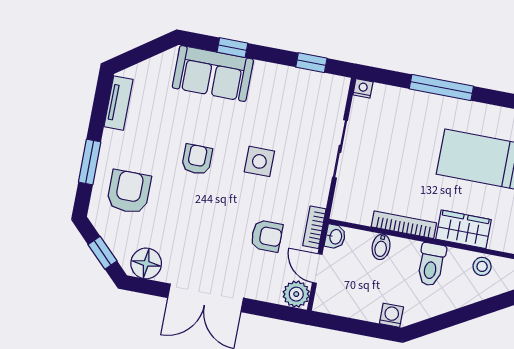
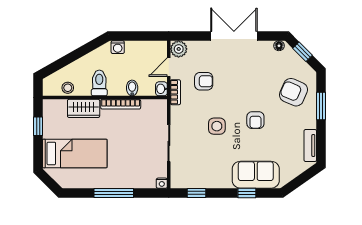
armchair: (129, 192) -> (293, 92), turned 113
armchair: (267, 236) -> (204, 81), turned 180
floor lamp: (146, 263) -> (279, 46), width x0.53, depth x0.53
door: (317, 268) -> (169, 67), swing flipped

